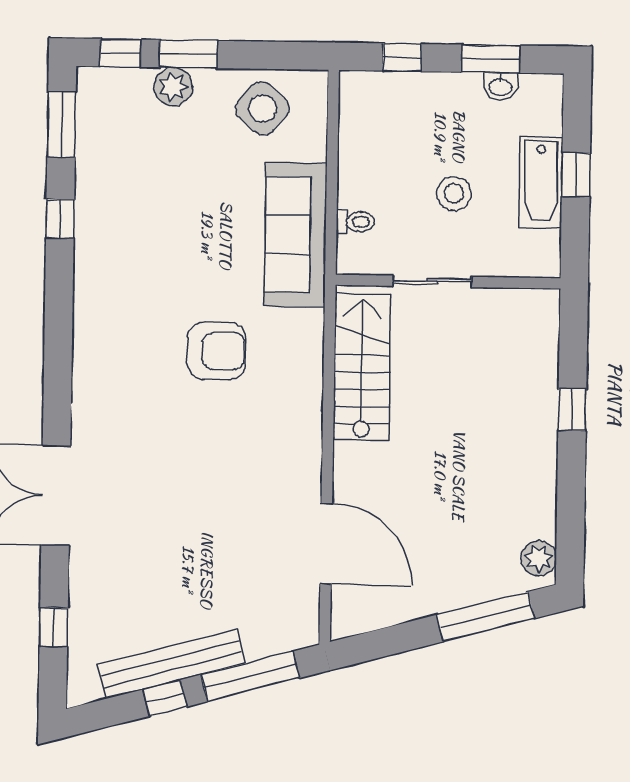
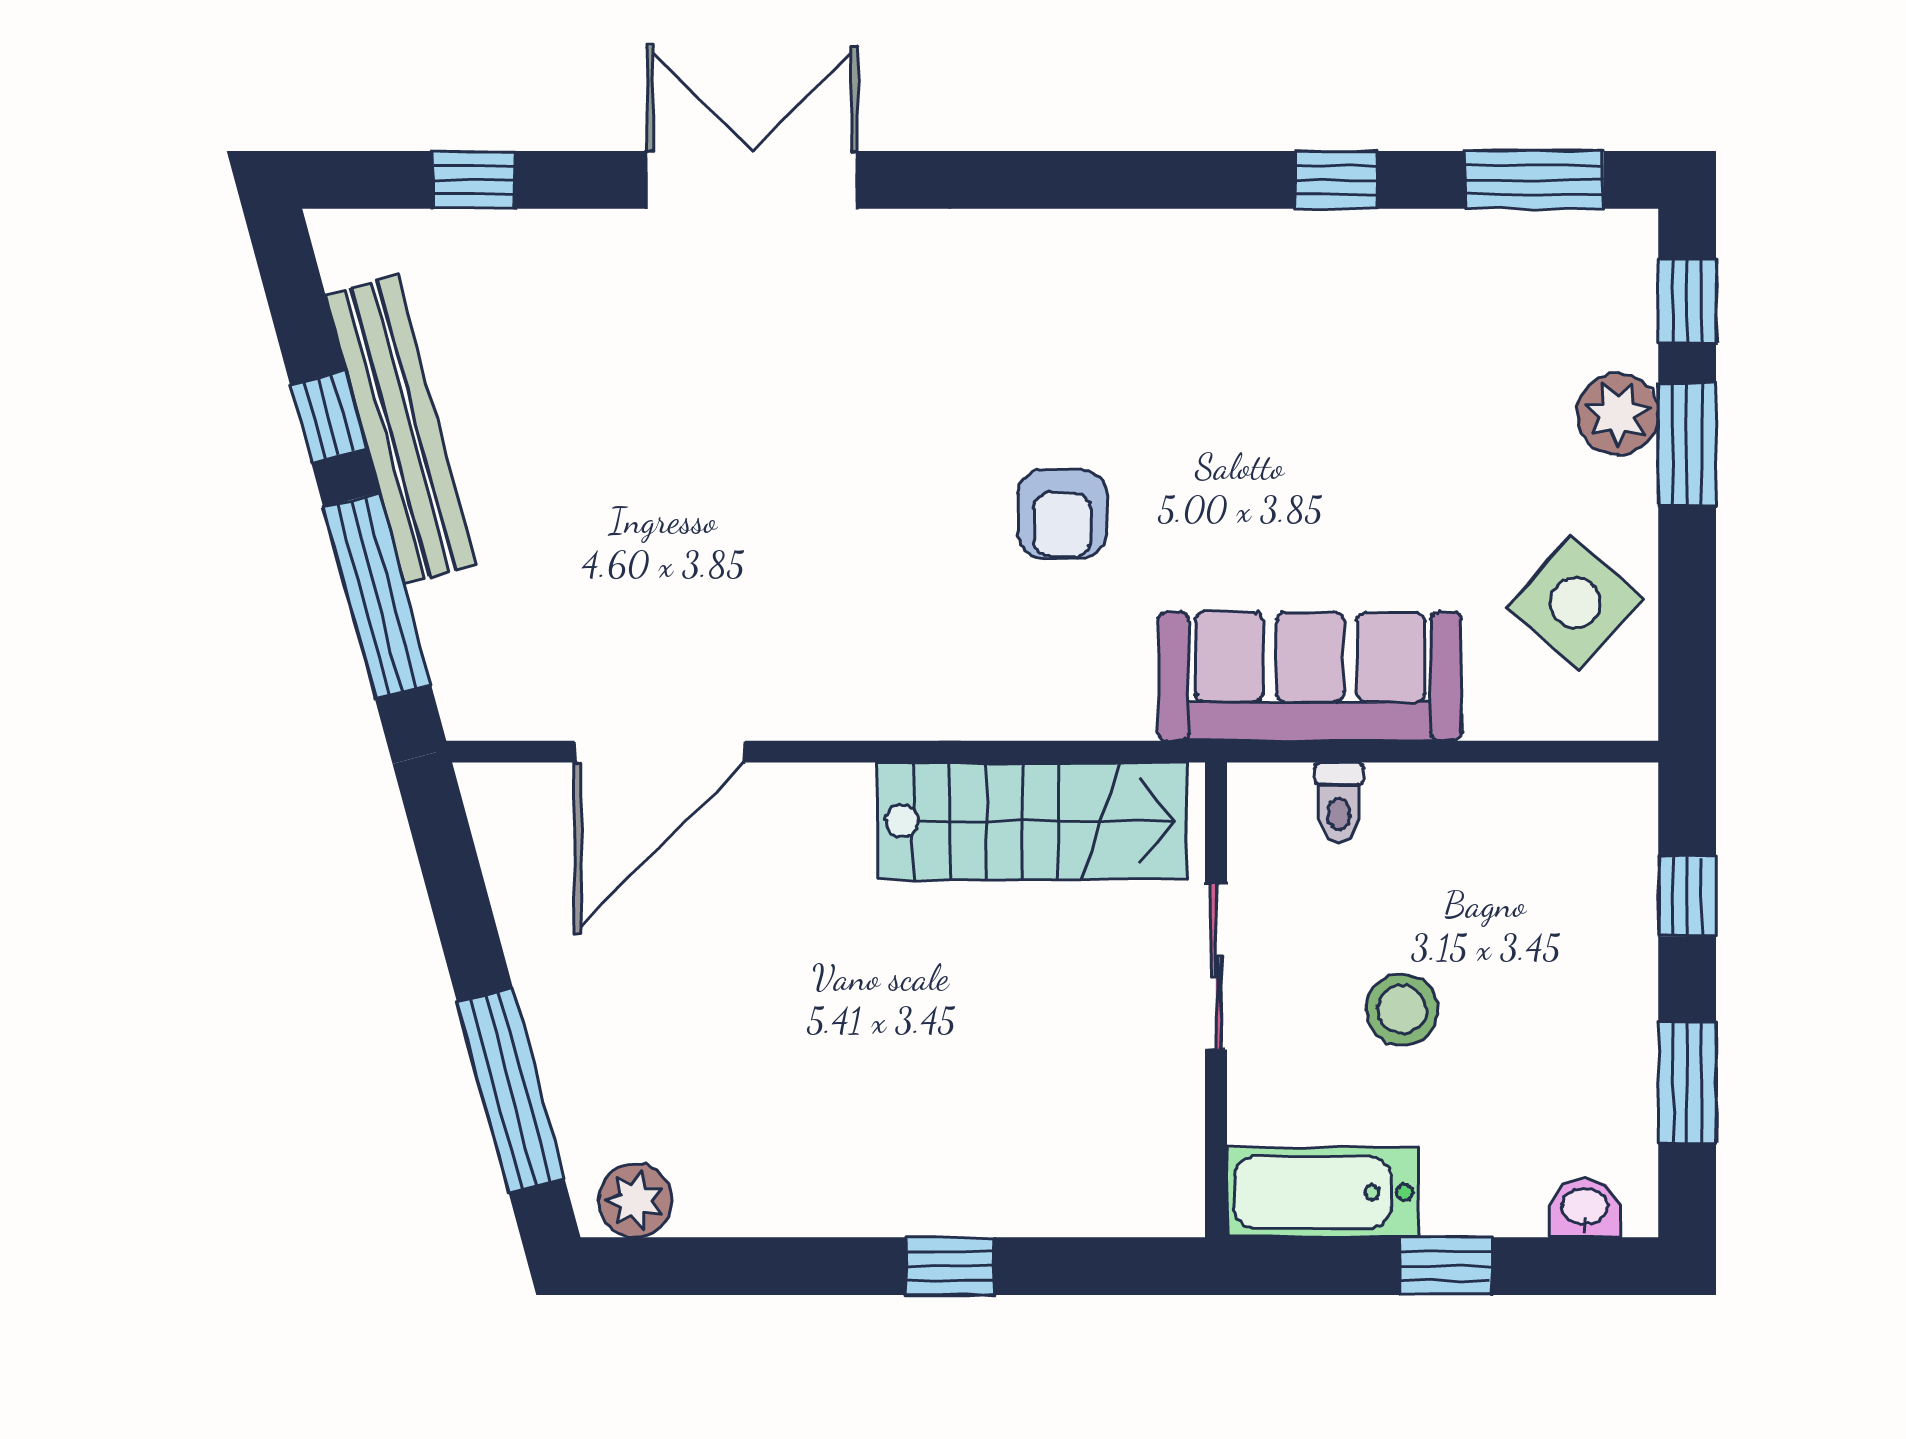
washbasin: (501, 86) -> (1585, 1208), moved, turned 90
bathtub: (541, 182) -> (1322, 1192), moved
armchair: (216, 351) -> (1062, 514), width x0.72, depth x0.72

